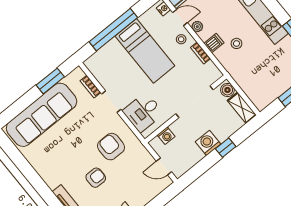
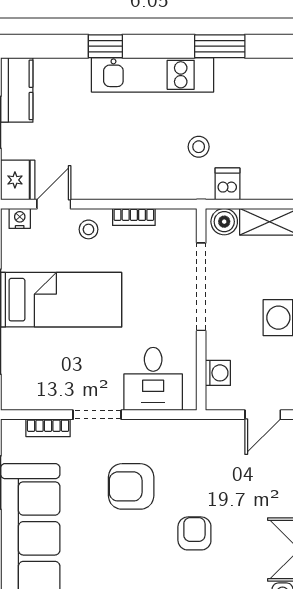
plant: (197, 27) -> (89, 189), removed
dishwasher: (214, 43) -> (227, 184), moved
stool: (236, 43) -> (199, 147), moved
armchair: (111, 147) -> (131, 486), moved

